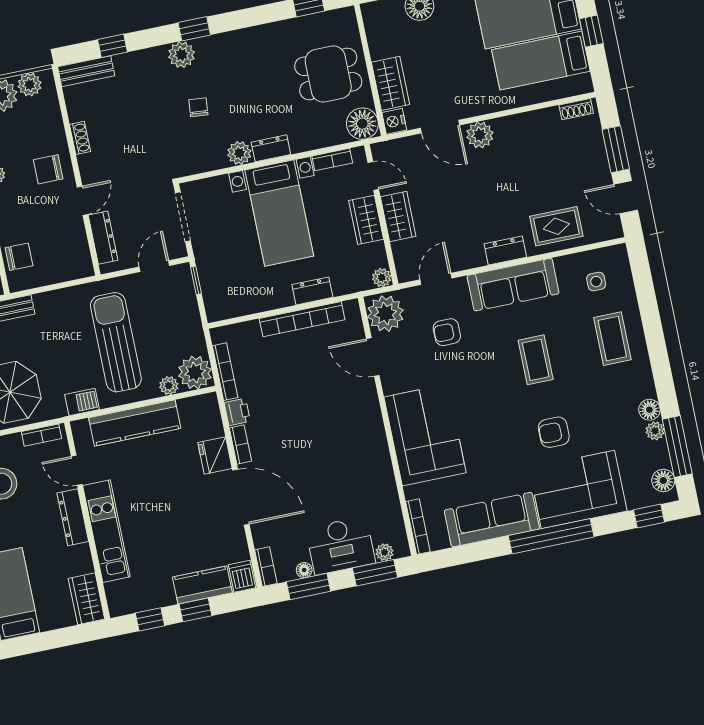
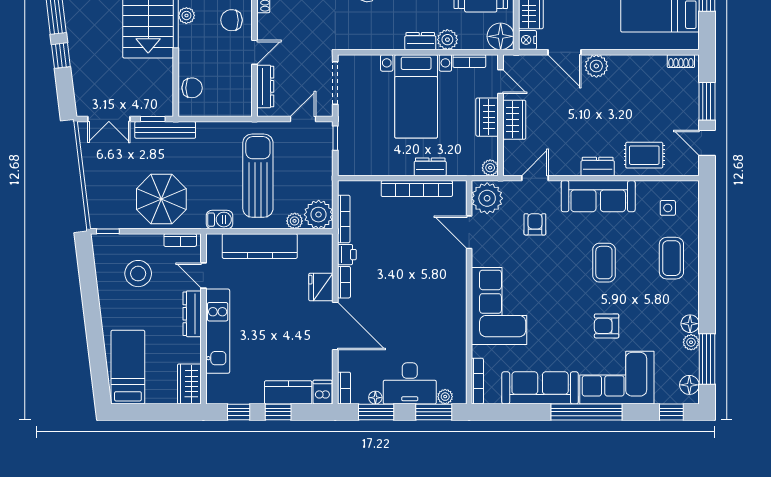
plant: (239, 153) -> (447, 40), moved
armchair: (447, 332) -> (535, 224), turned 90

